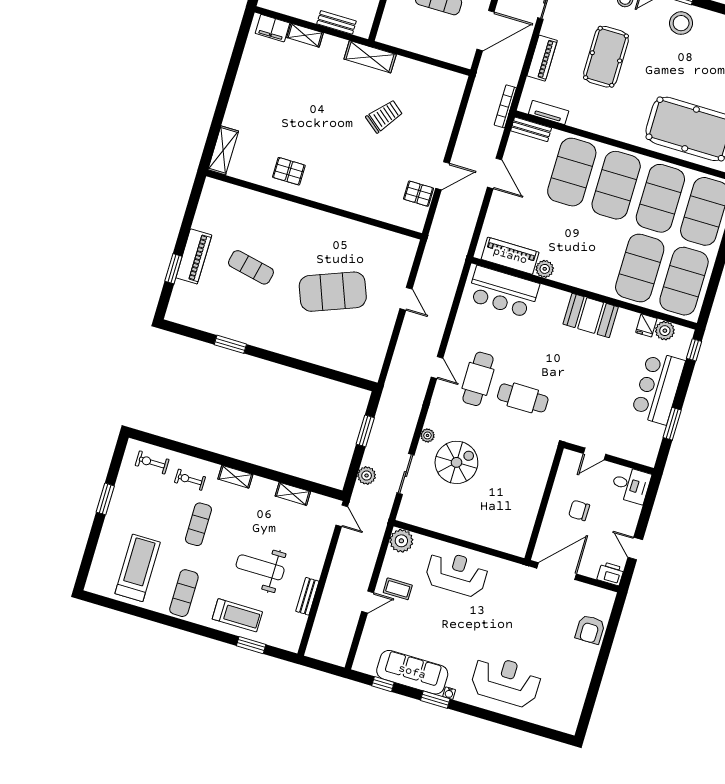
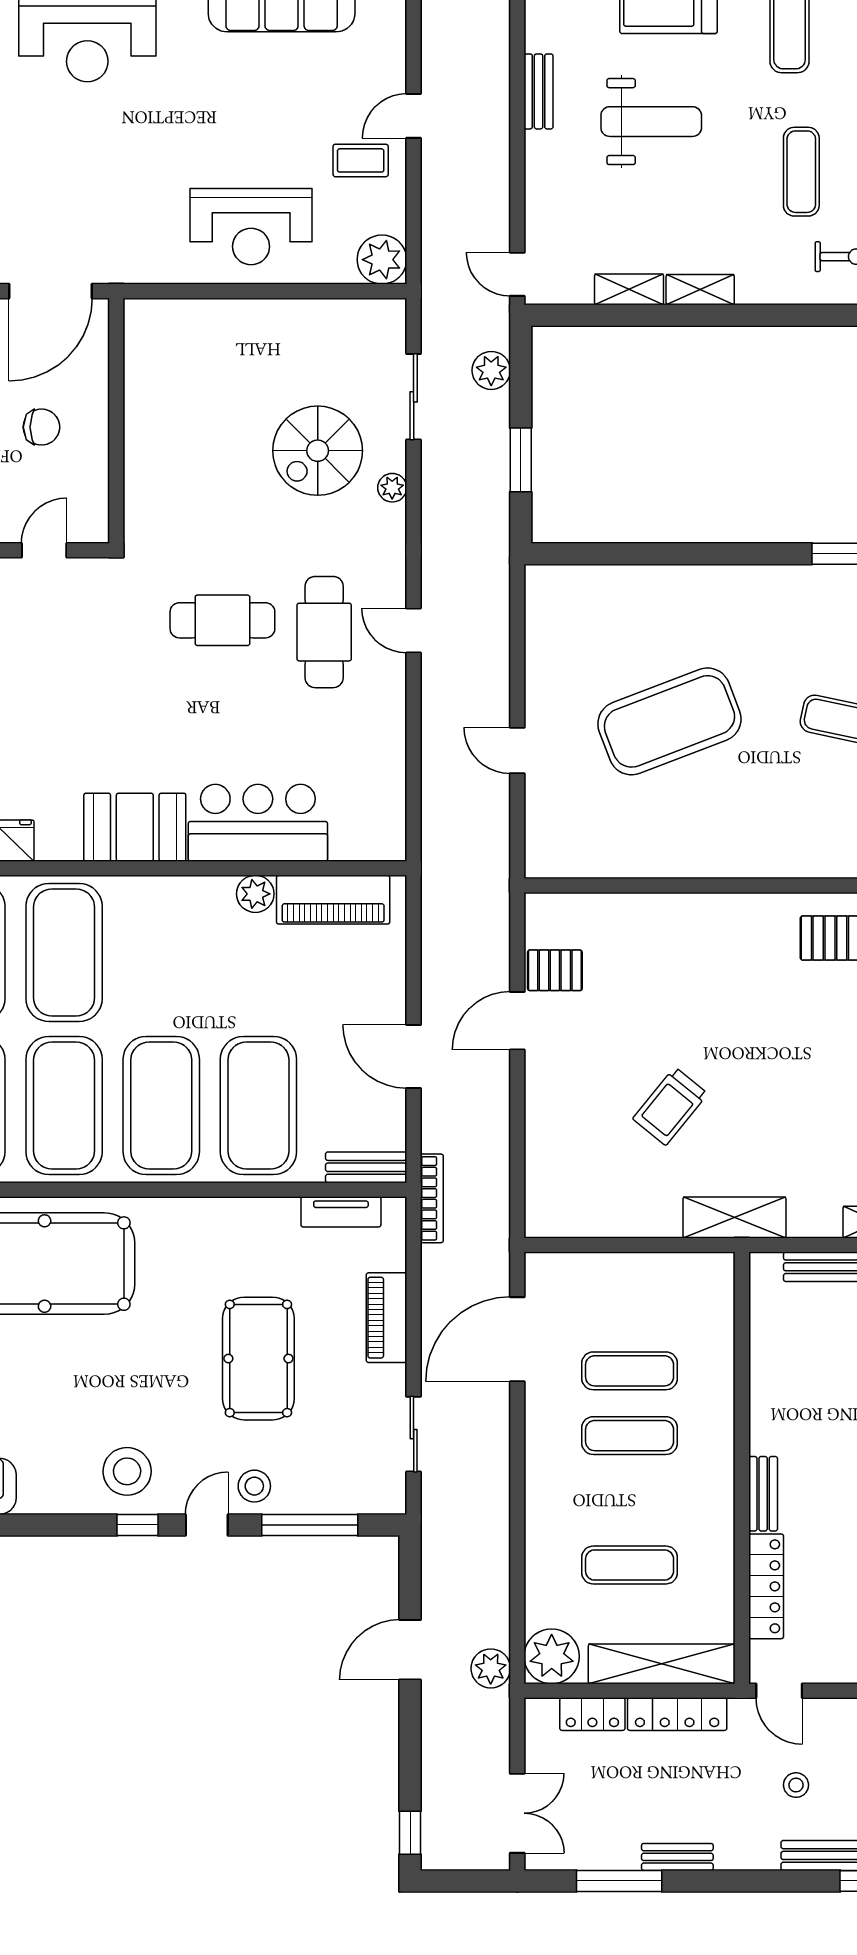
bar counter: (503, 292) -> (258, 823), moved
shelving: (235, 477) -> (700, 290), moved

